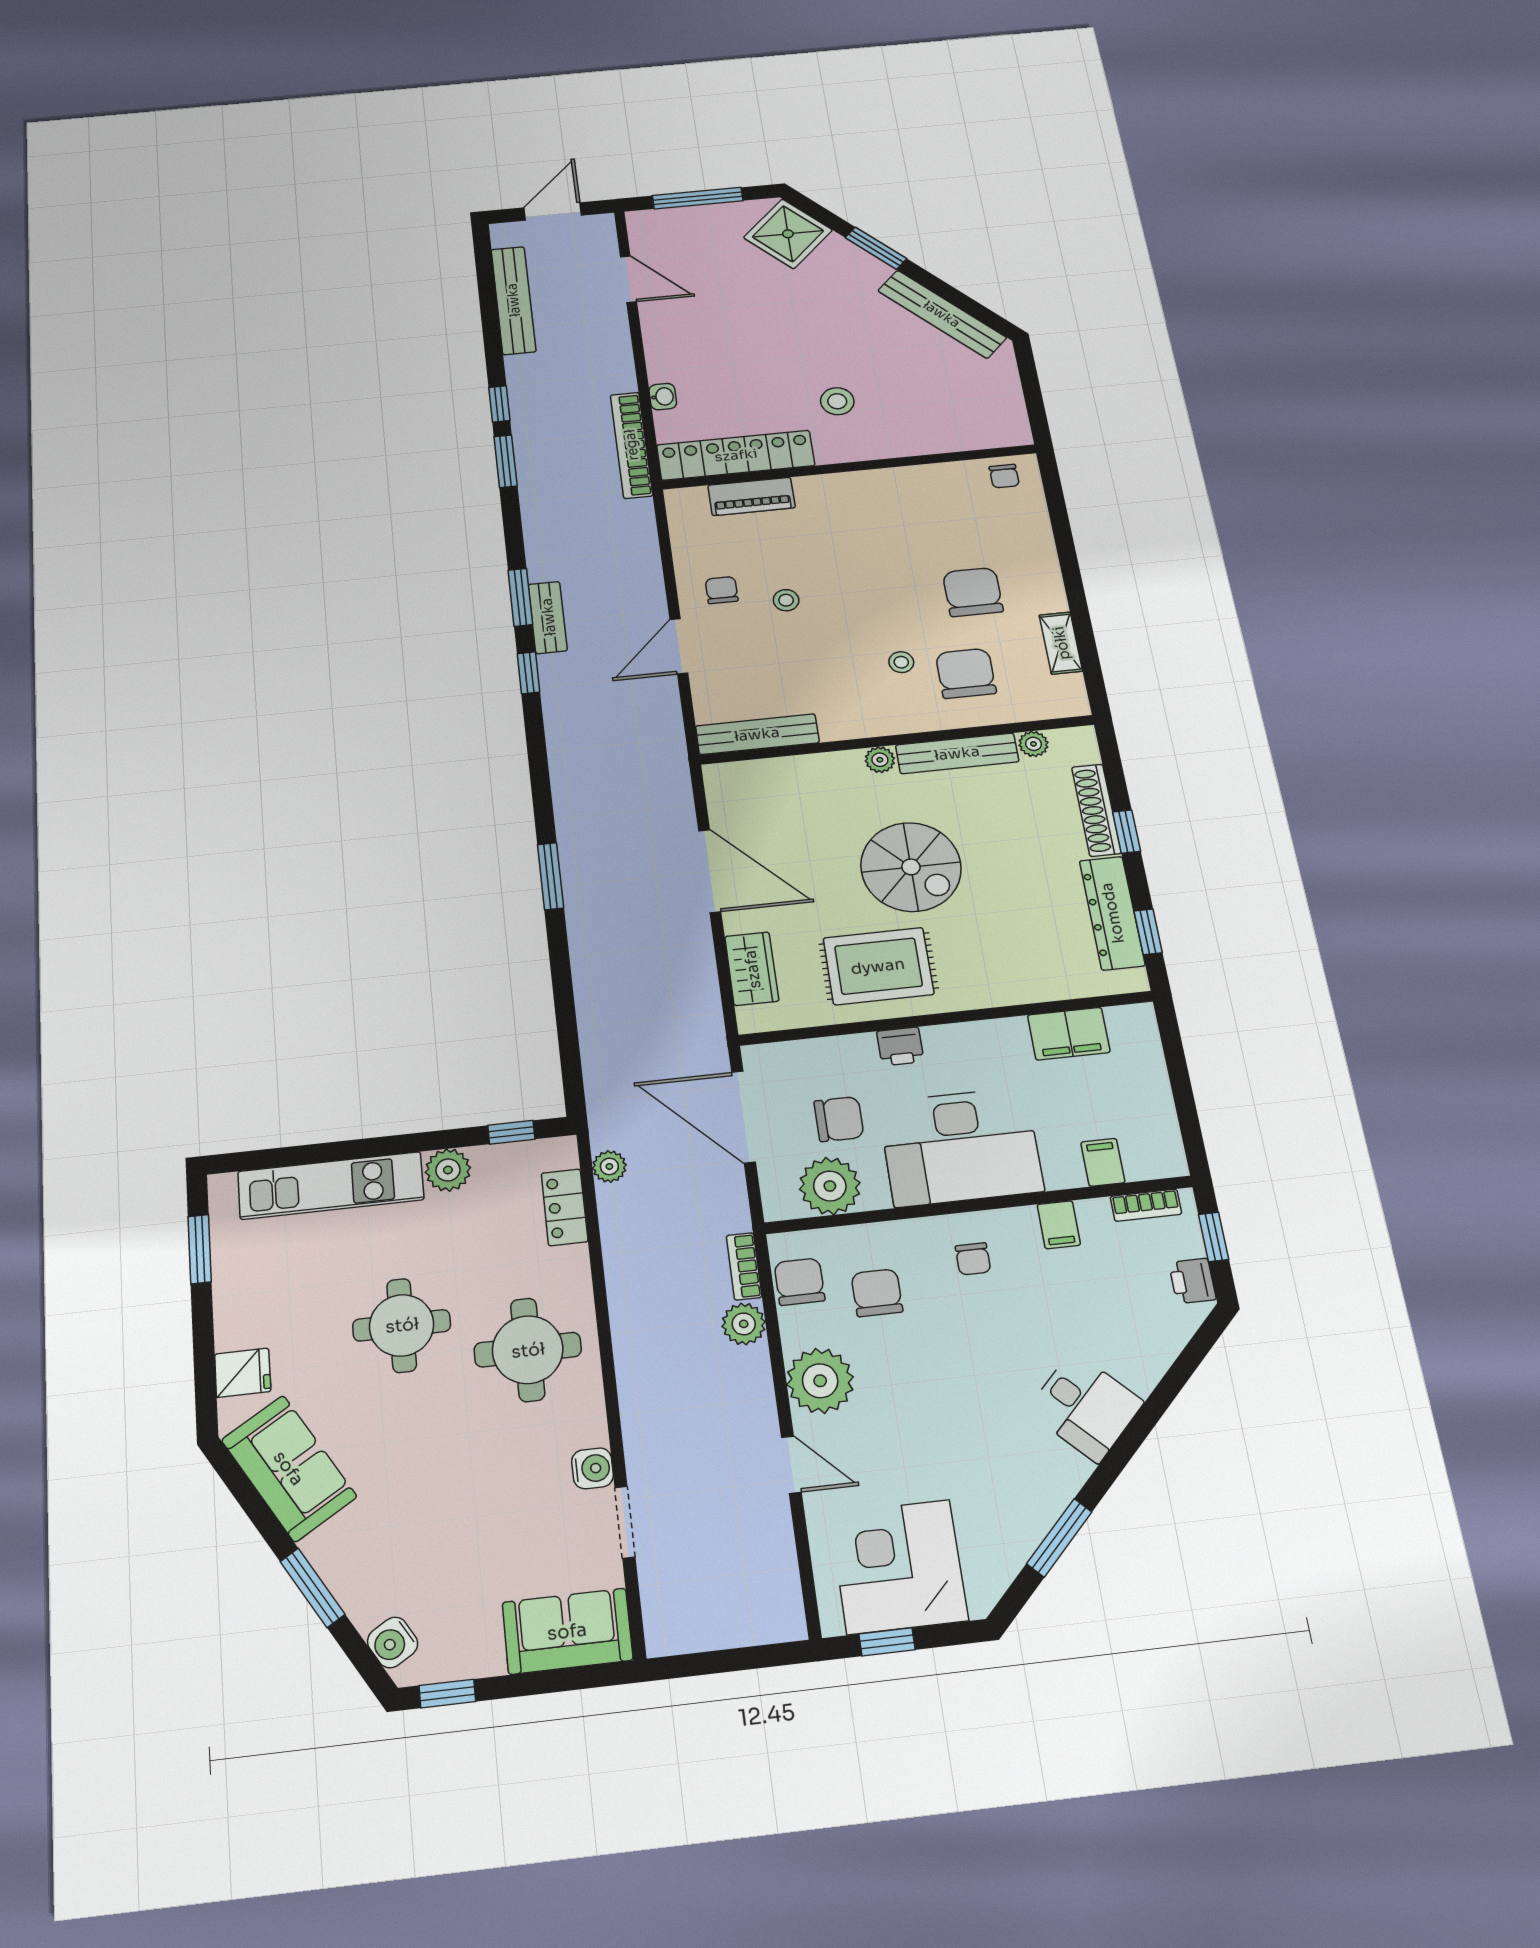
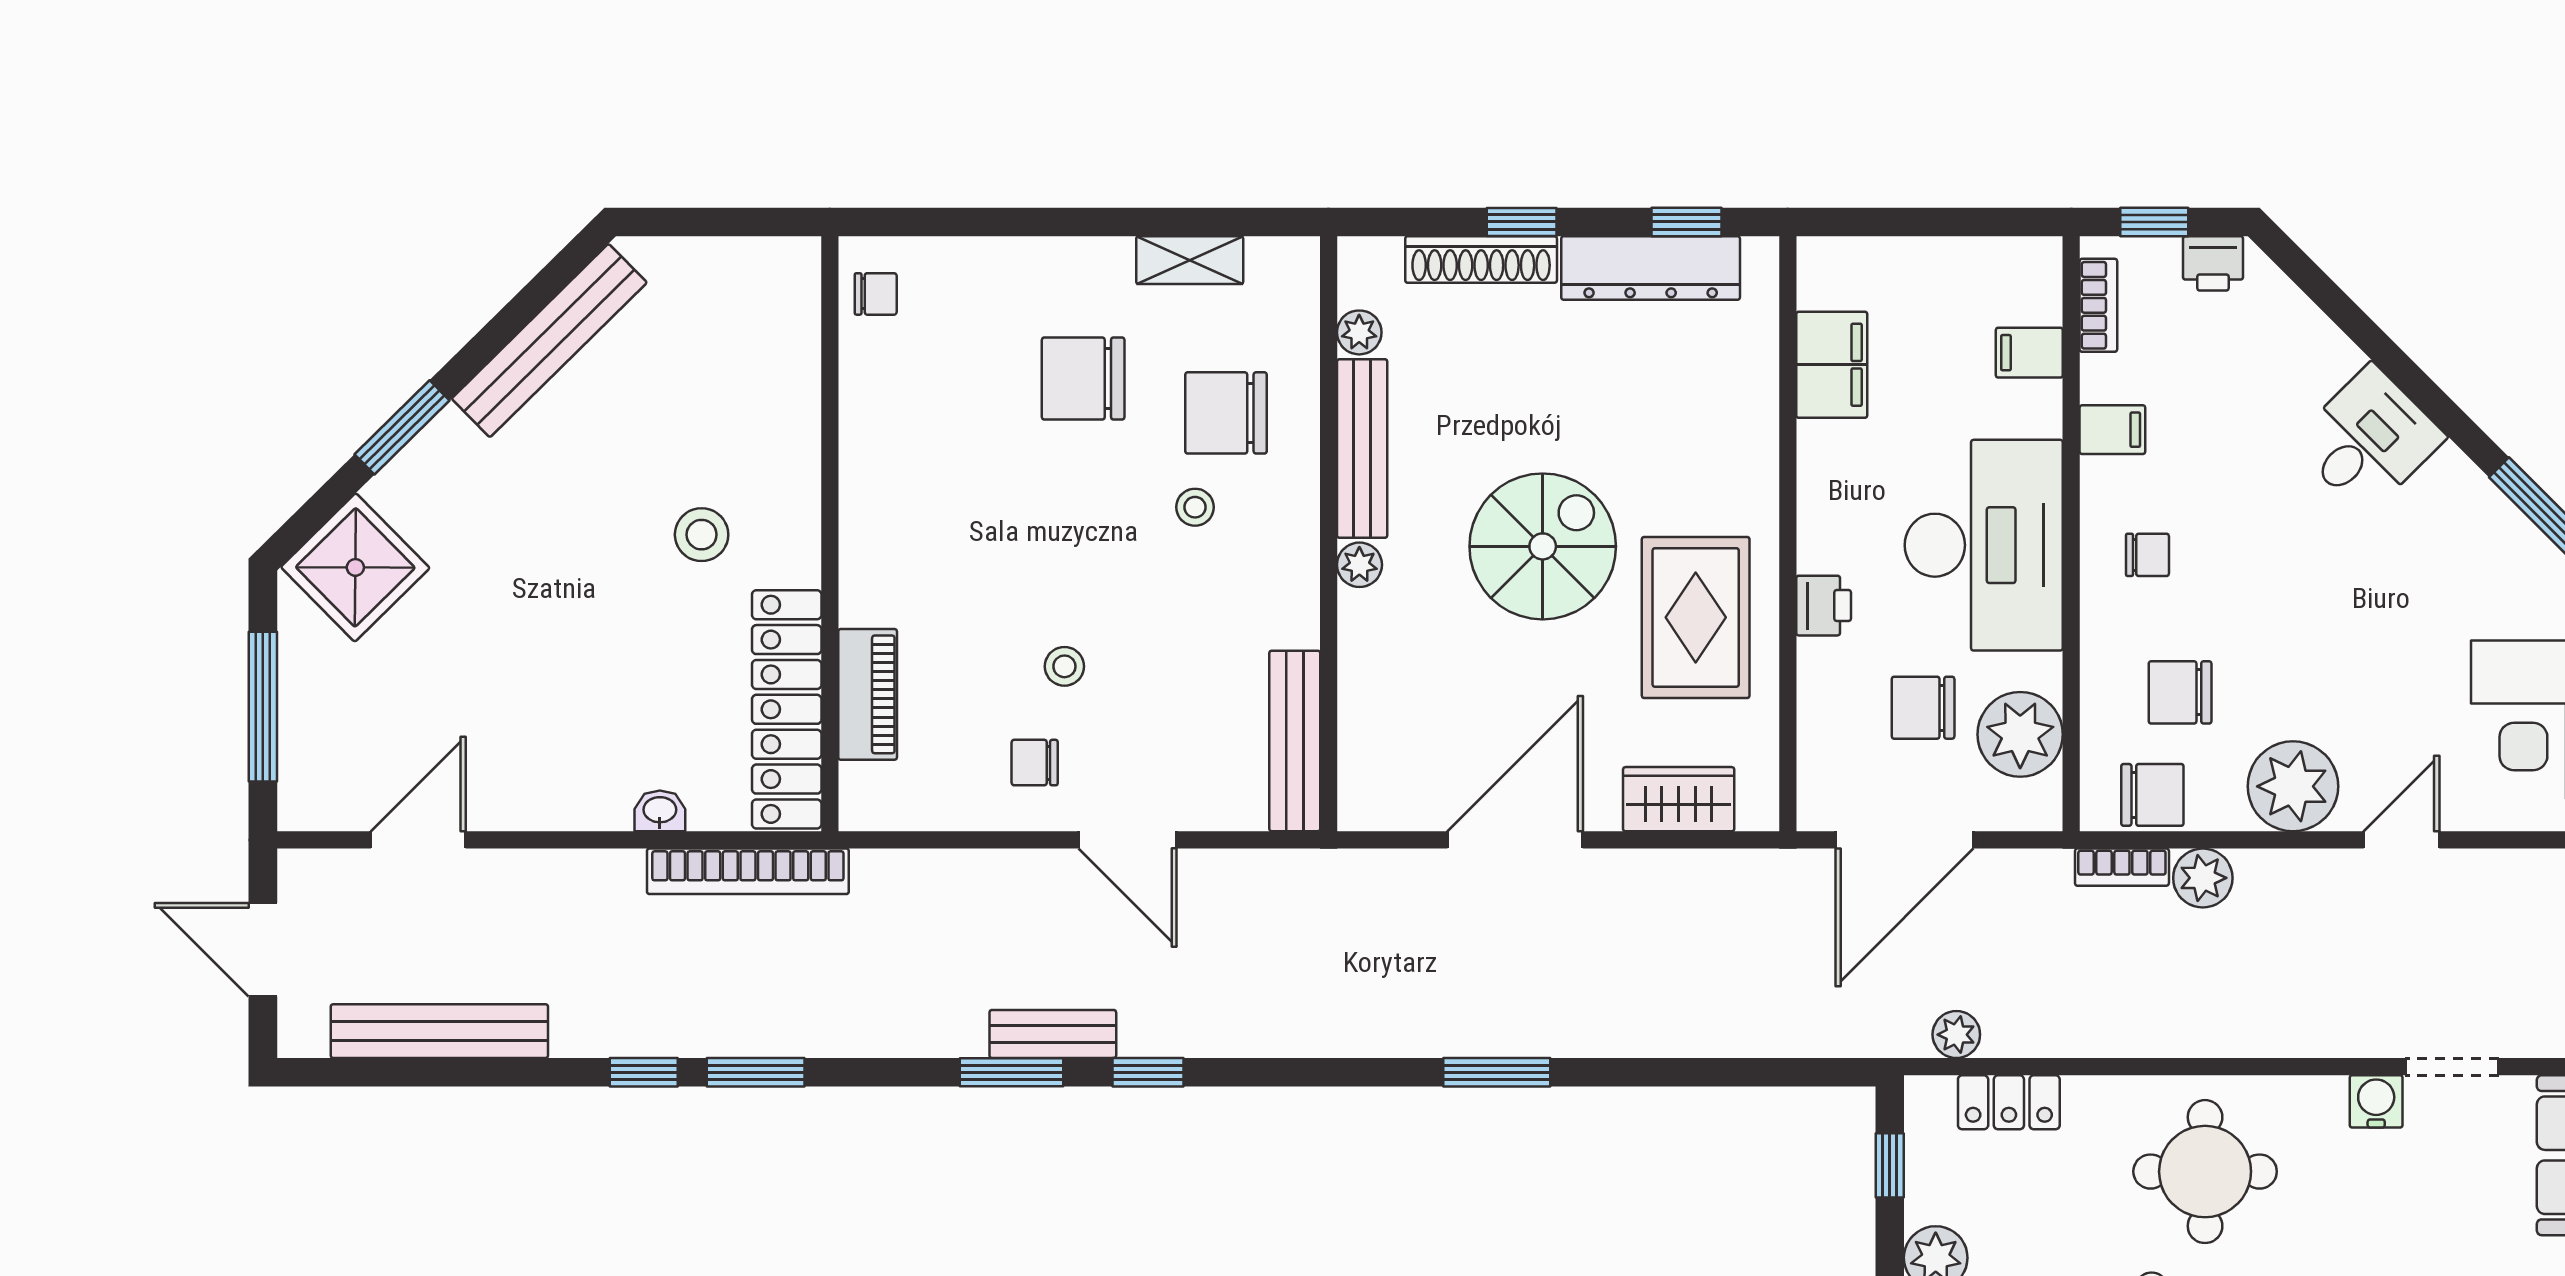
chair: (839, 1119) -> (1923, 708), turned -90
chair: (799, 1282) -> (2152, 795), turned 180

